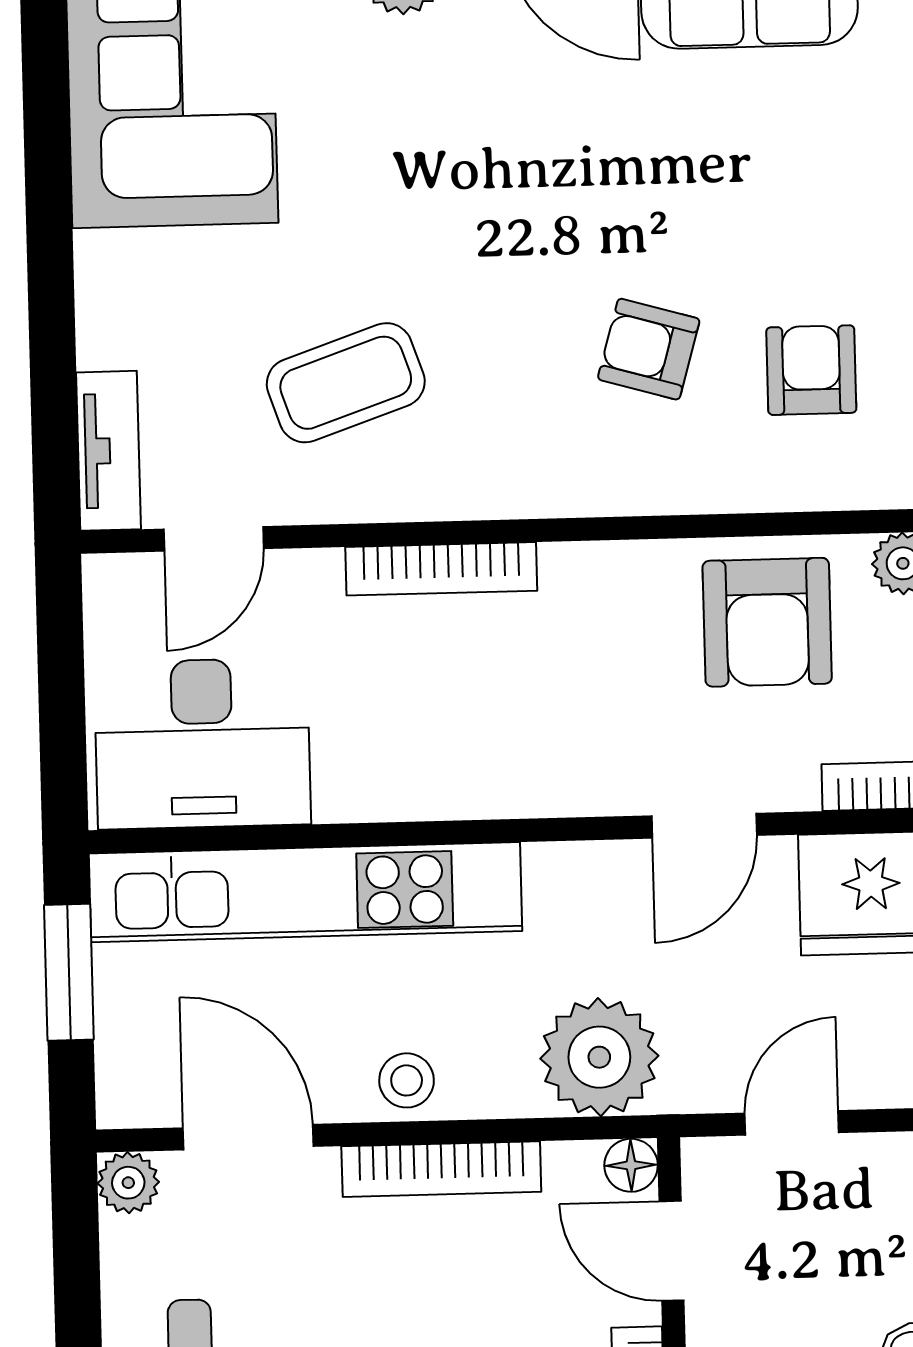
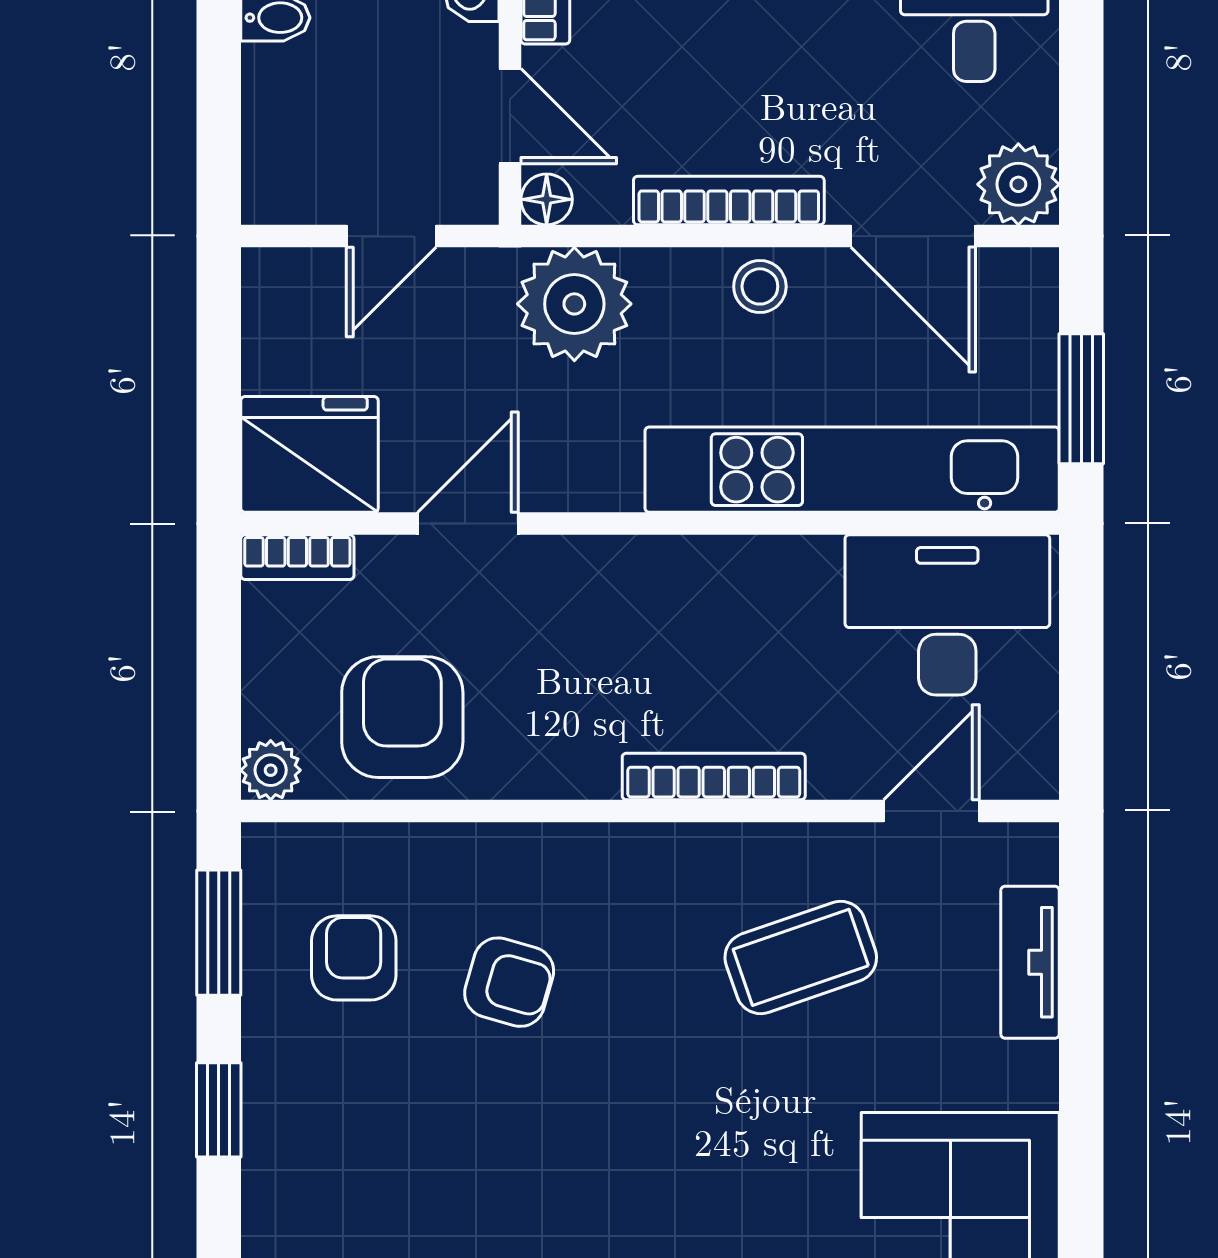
armchair: (811, 370) -> (354, 958), turned 180
tv unit: (109, 451) -> (1030, 962), moved
plant: (128, 1183) -> (1018, 184), width x1.38, depth x1.38

